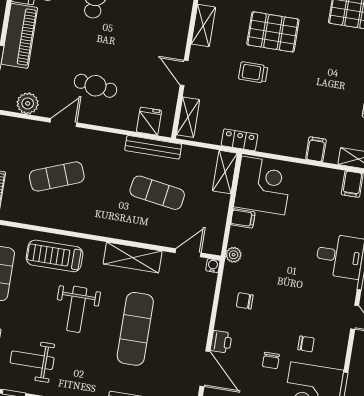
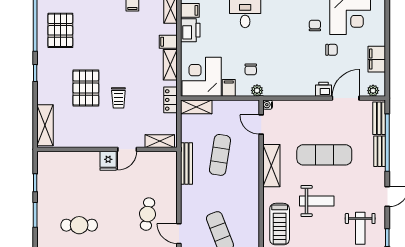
shelving: (203, 26) -> (170, 65), moved, turned 90
fridge: (149, 121) -> (108, 161), moved, turned -90
printer: (326, 180) -> (190, 30), added
chair: (245, 301) -> (251, 69), moved

